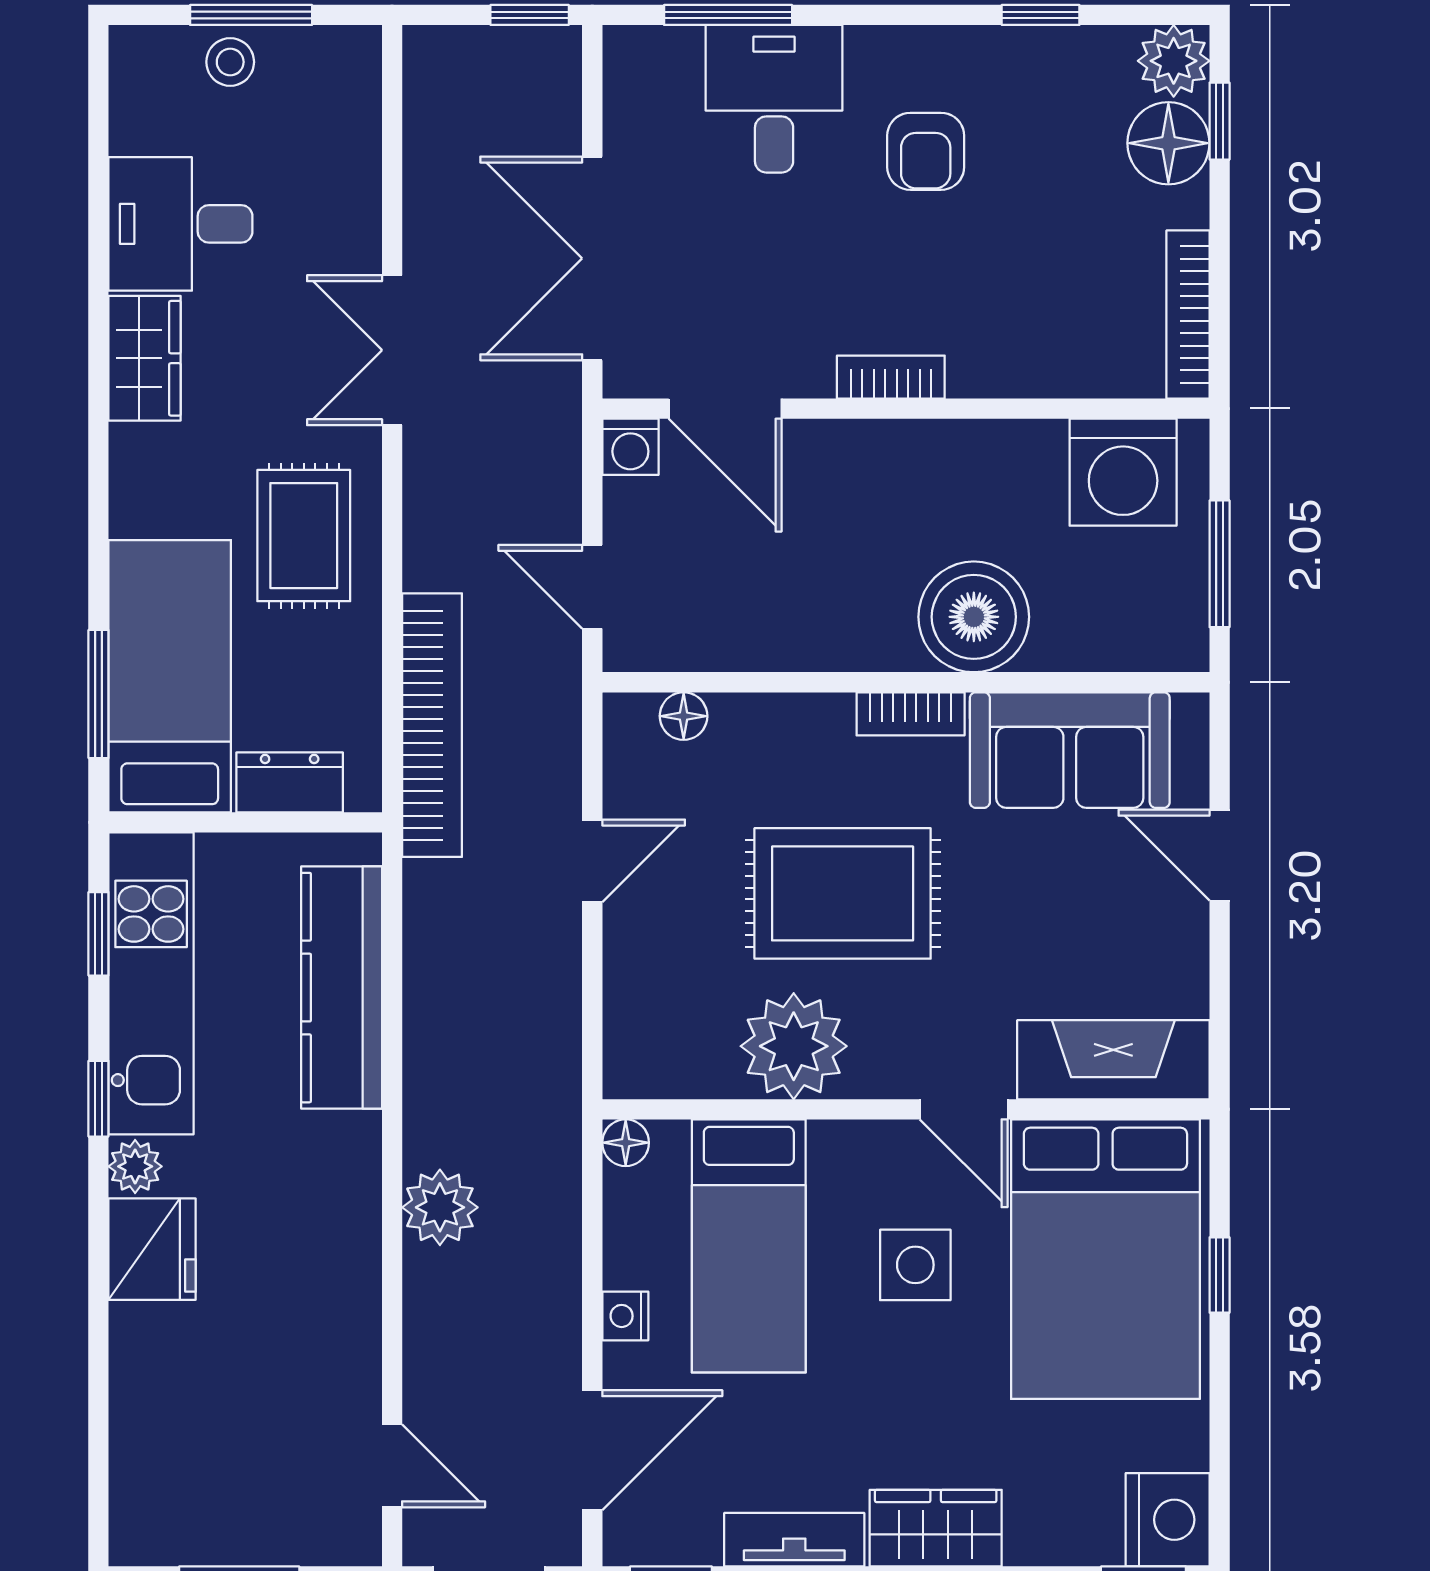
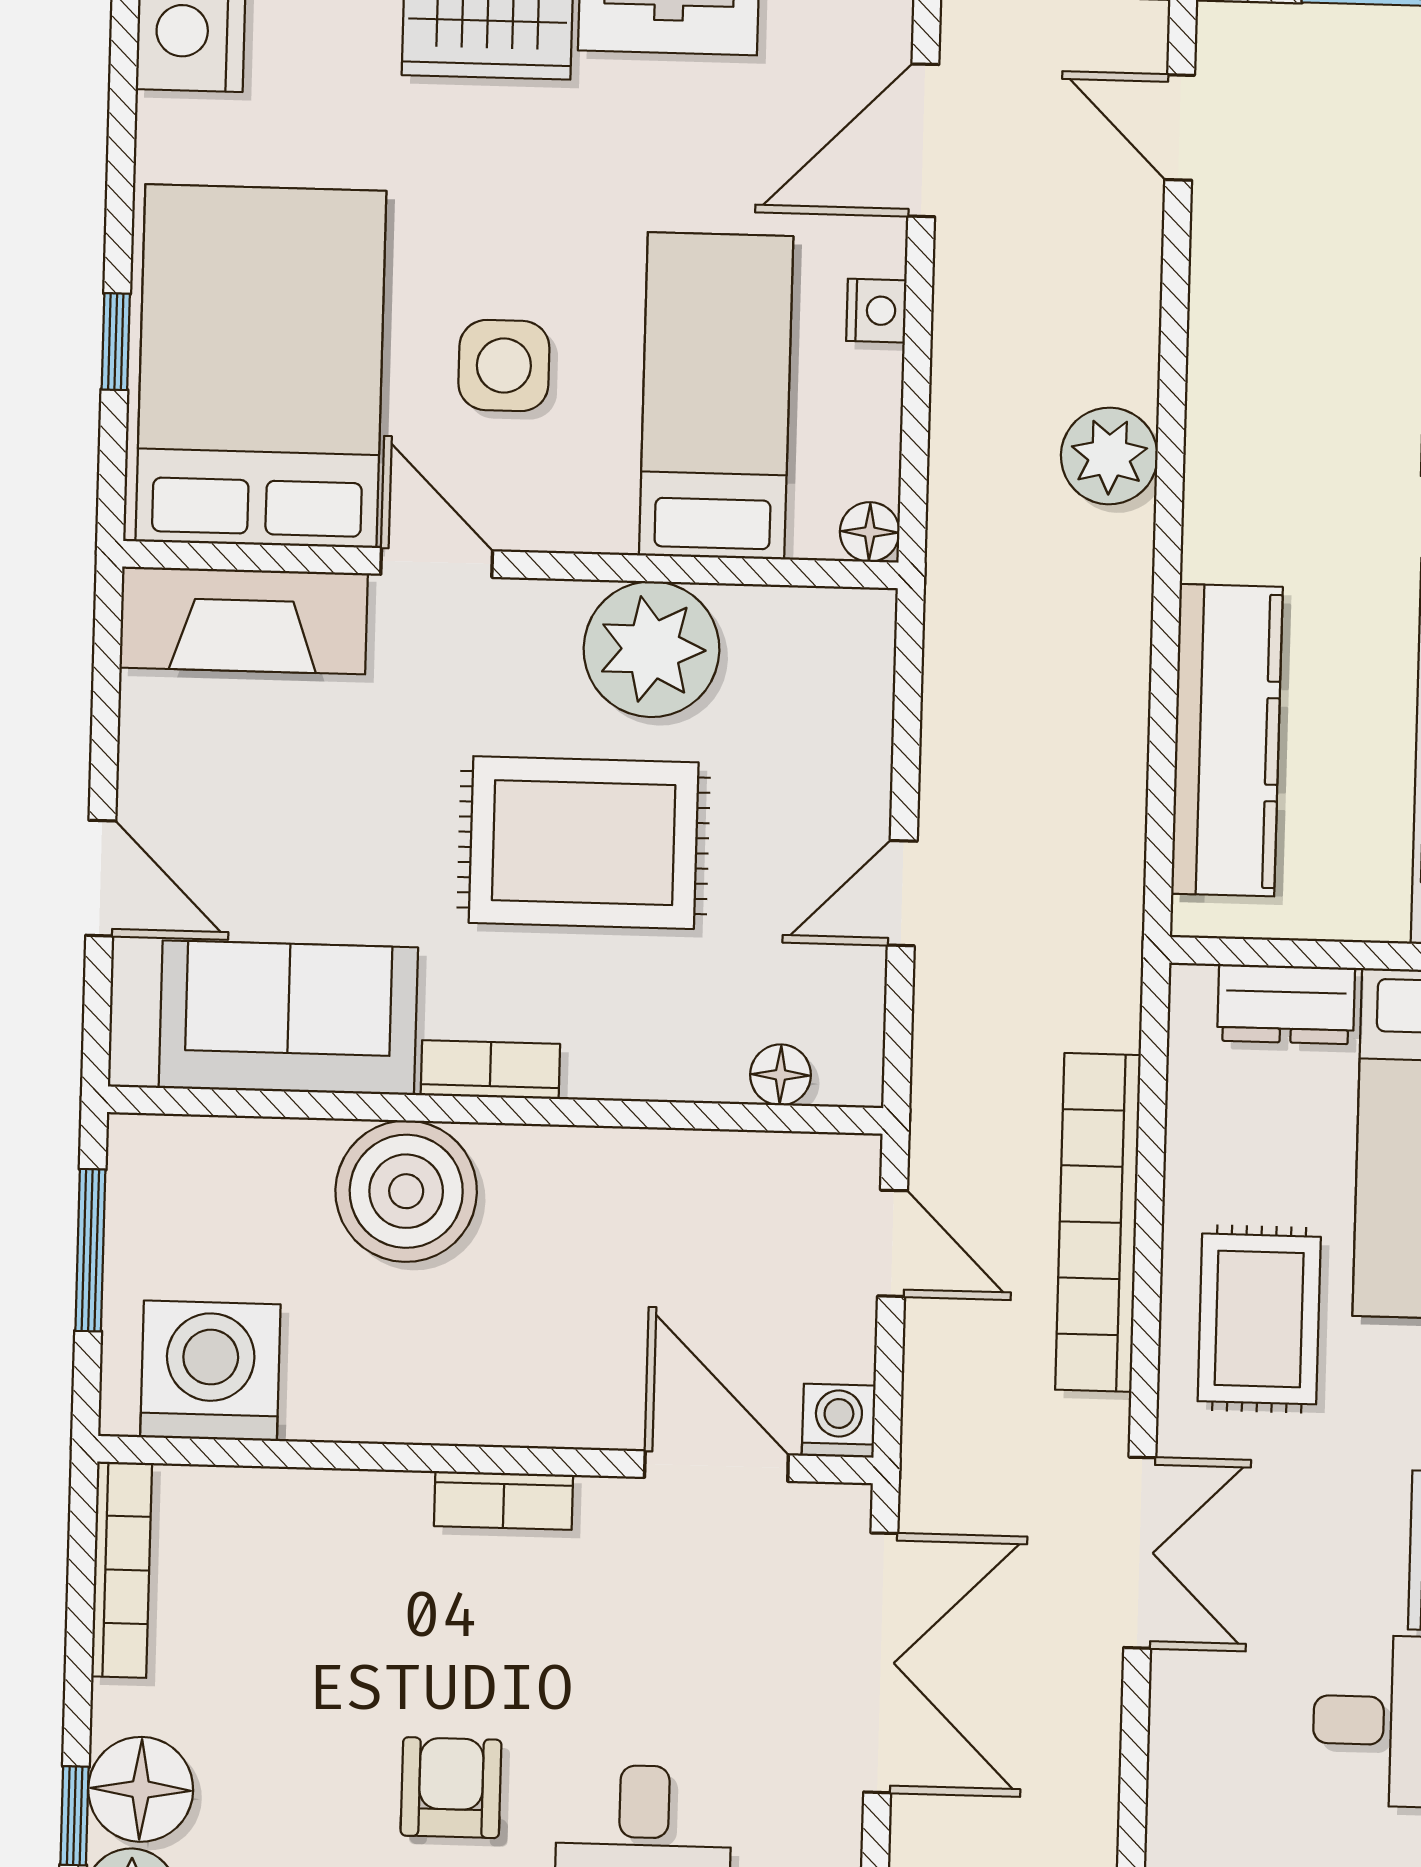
bookcase: (432, 725) -> (1098, 1222), moved

